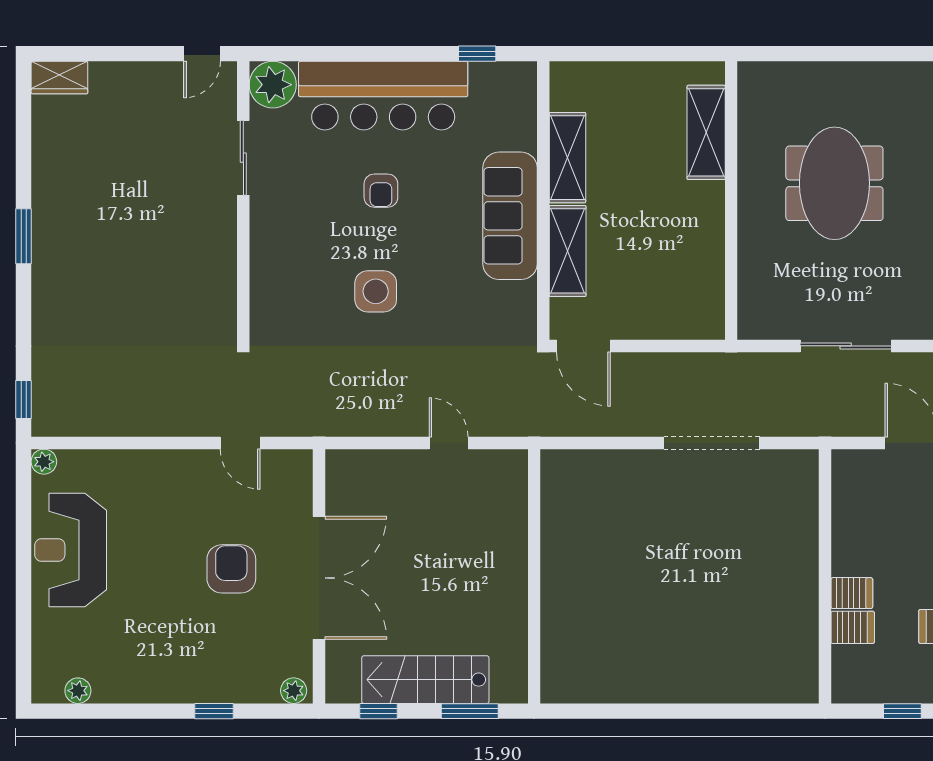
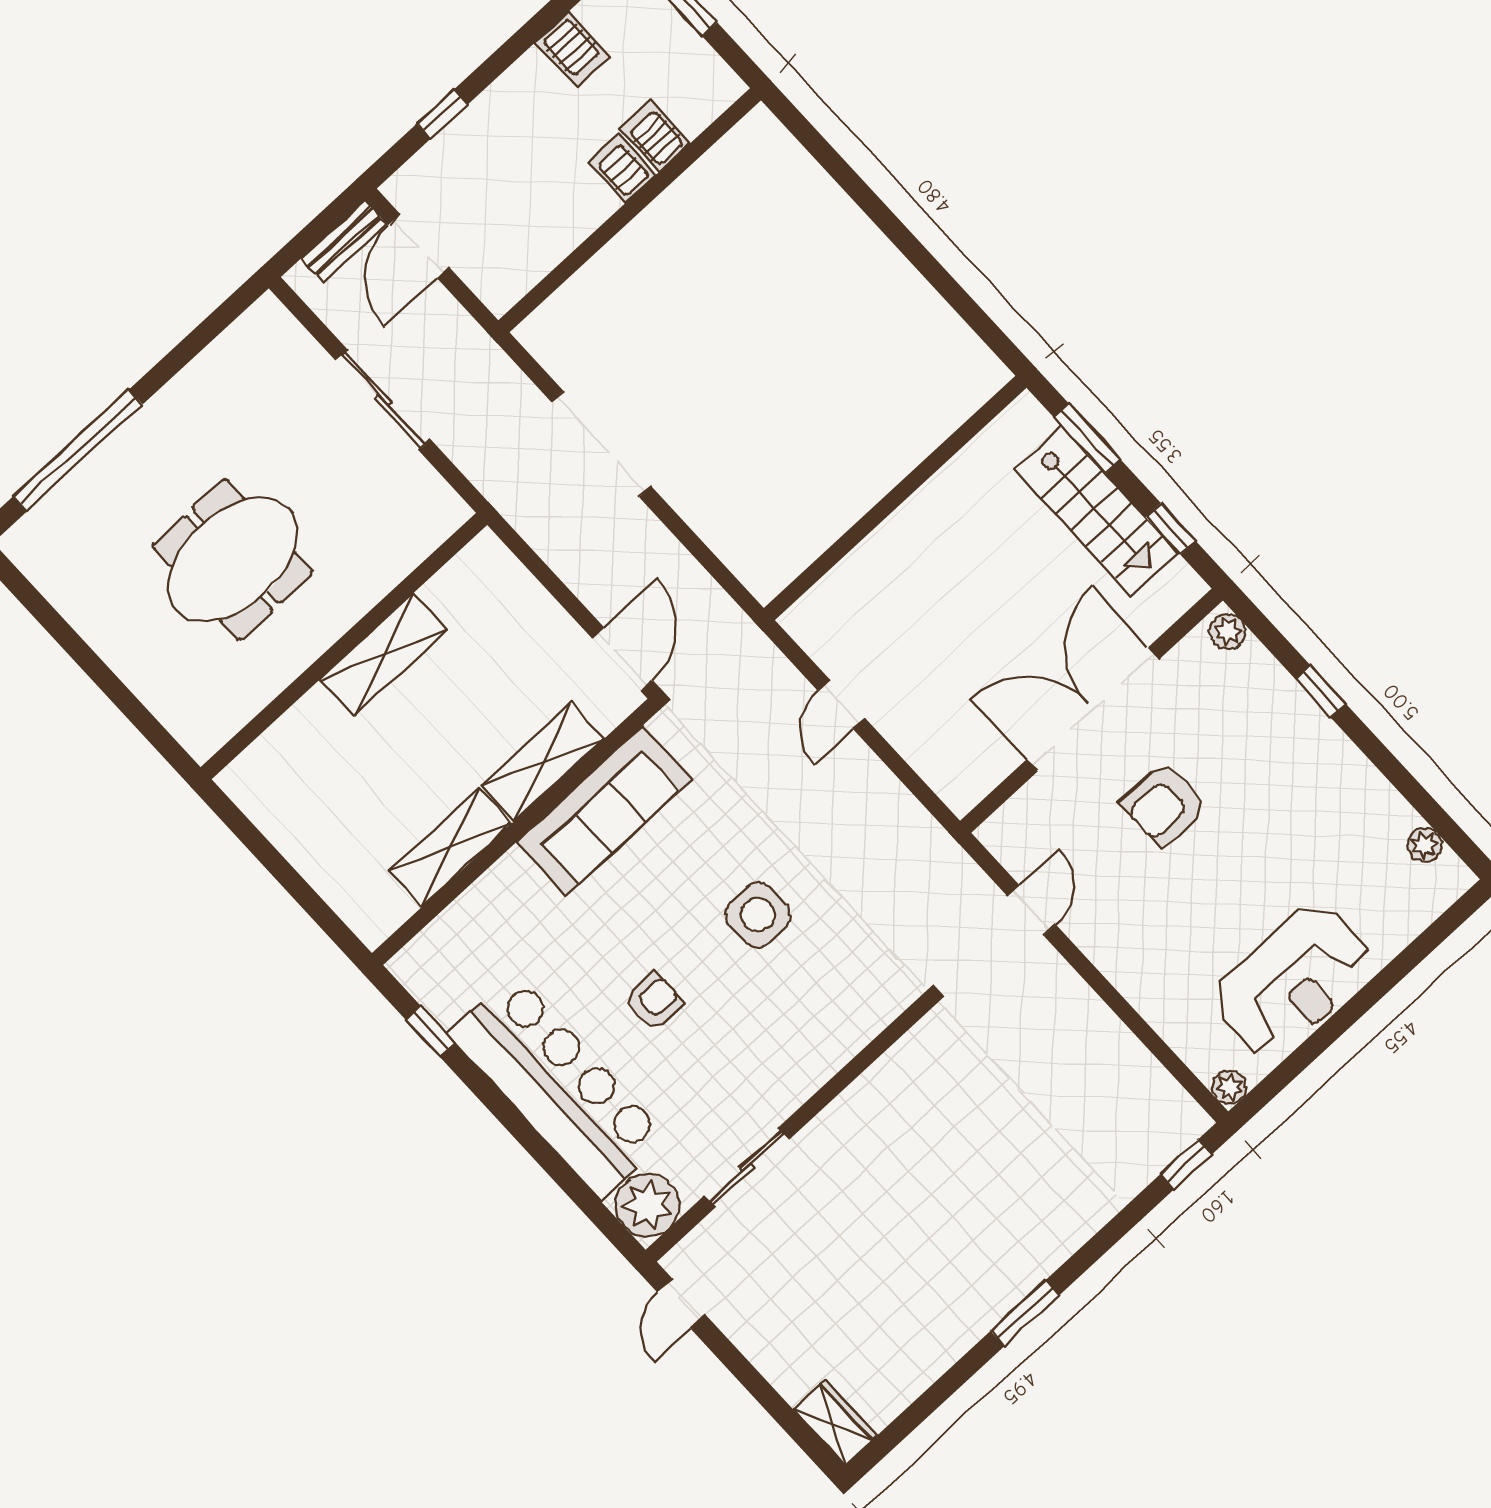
door: (202, 54) -> (681, 1303), swing flipped
shelving: (706, 132) -> (384, 655), moved
sofa: (510, 216) -> (604, 811), moved

